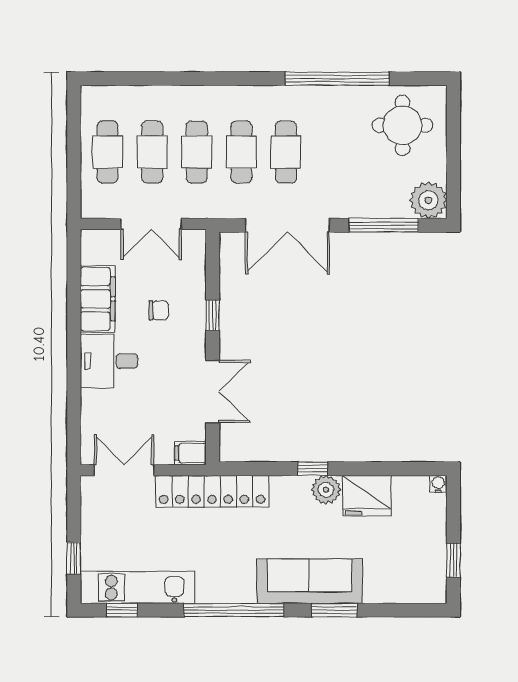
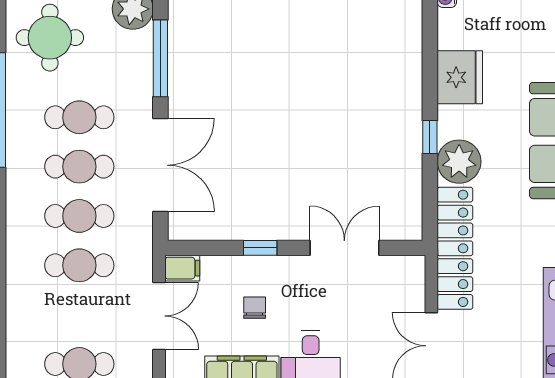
cafe table: (152, 152) -> (79, 117), moved
filing cabinet: (190, 453) -> (182, 268), moved, turned -90
plant: (326, 490) -> (459, 162), moved, width x1.36, depth x1.36

